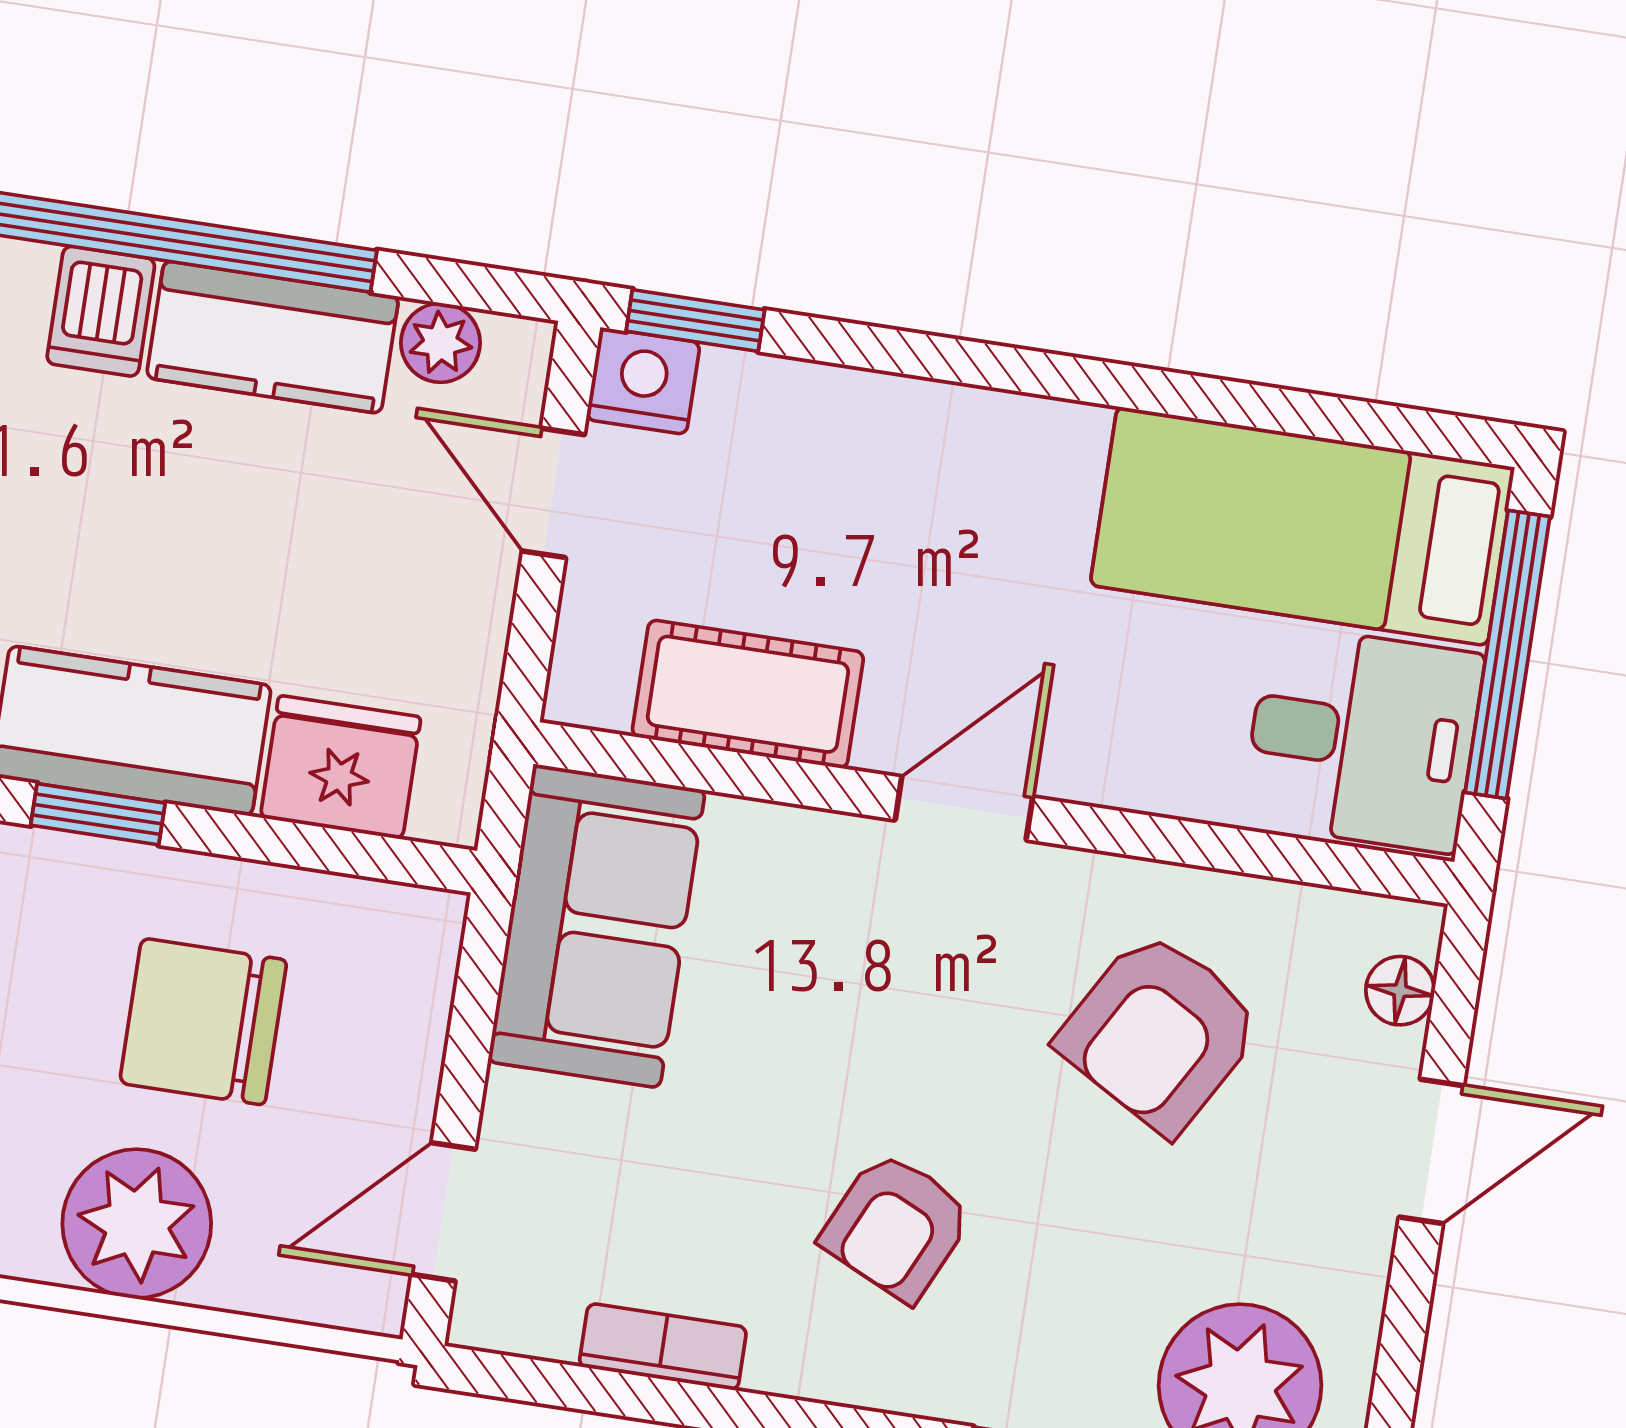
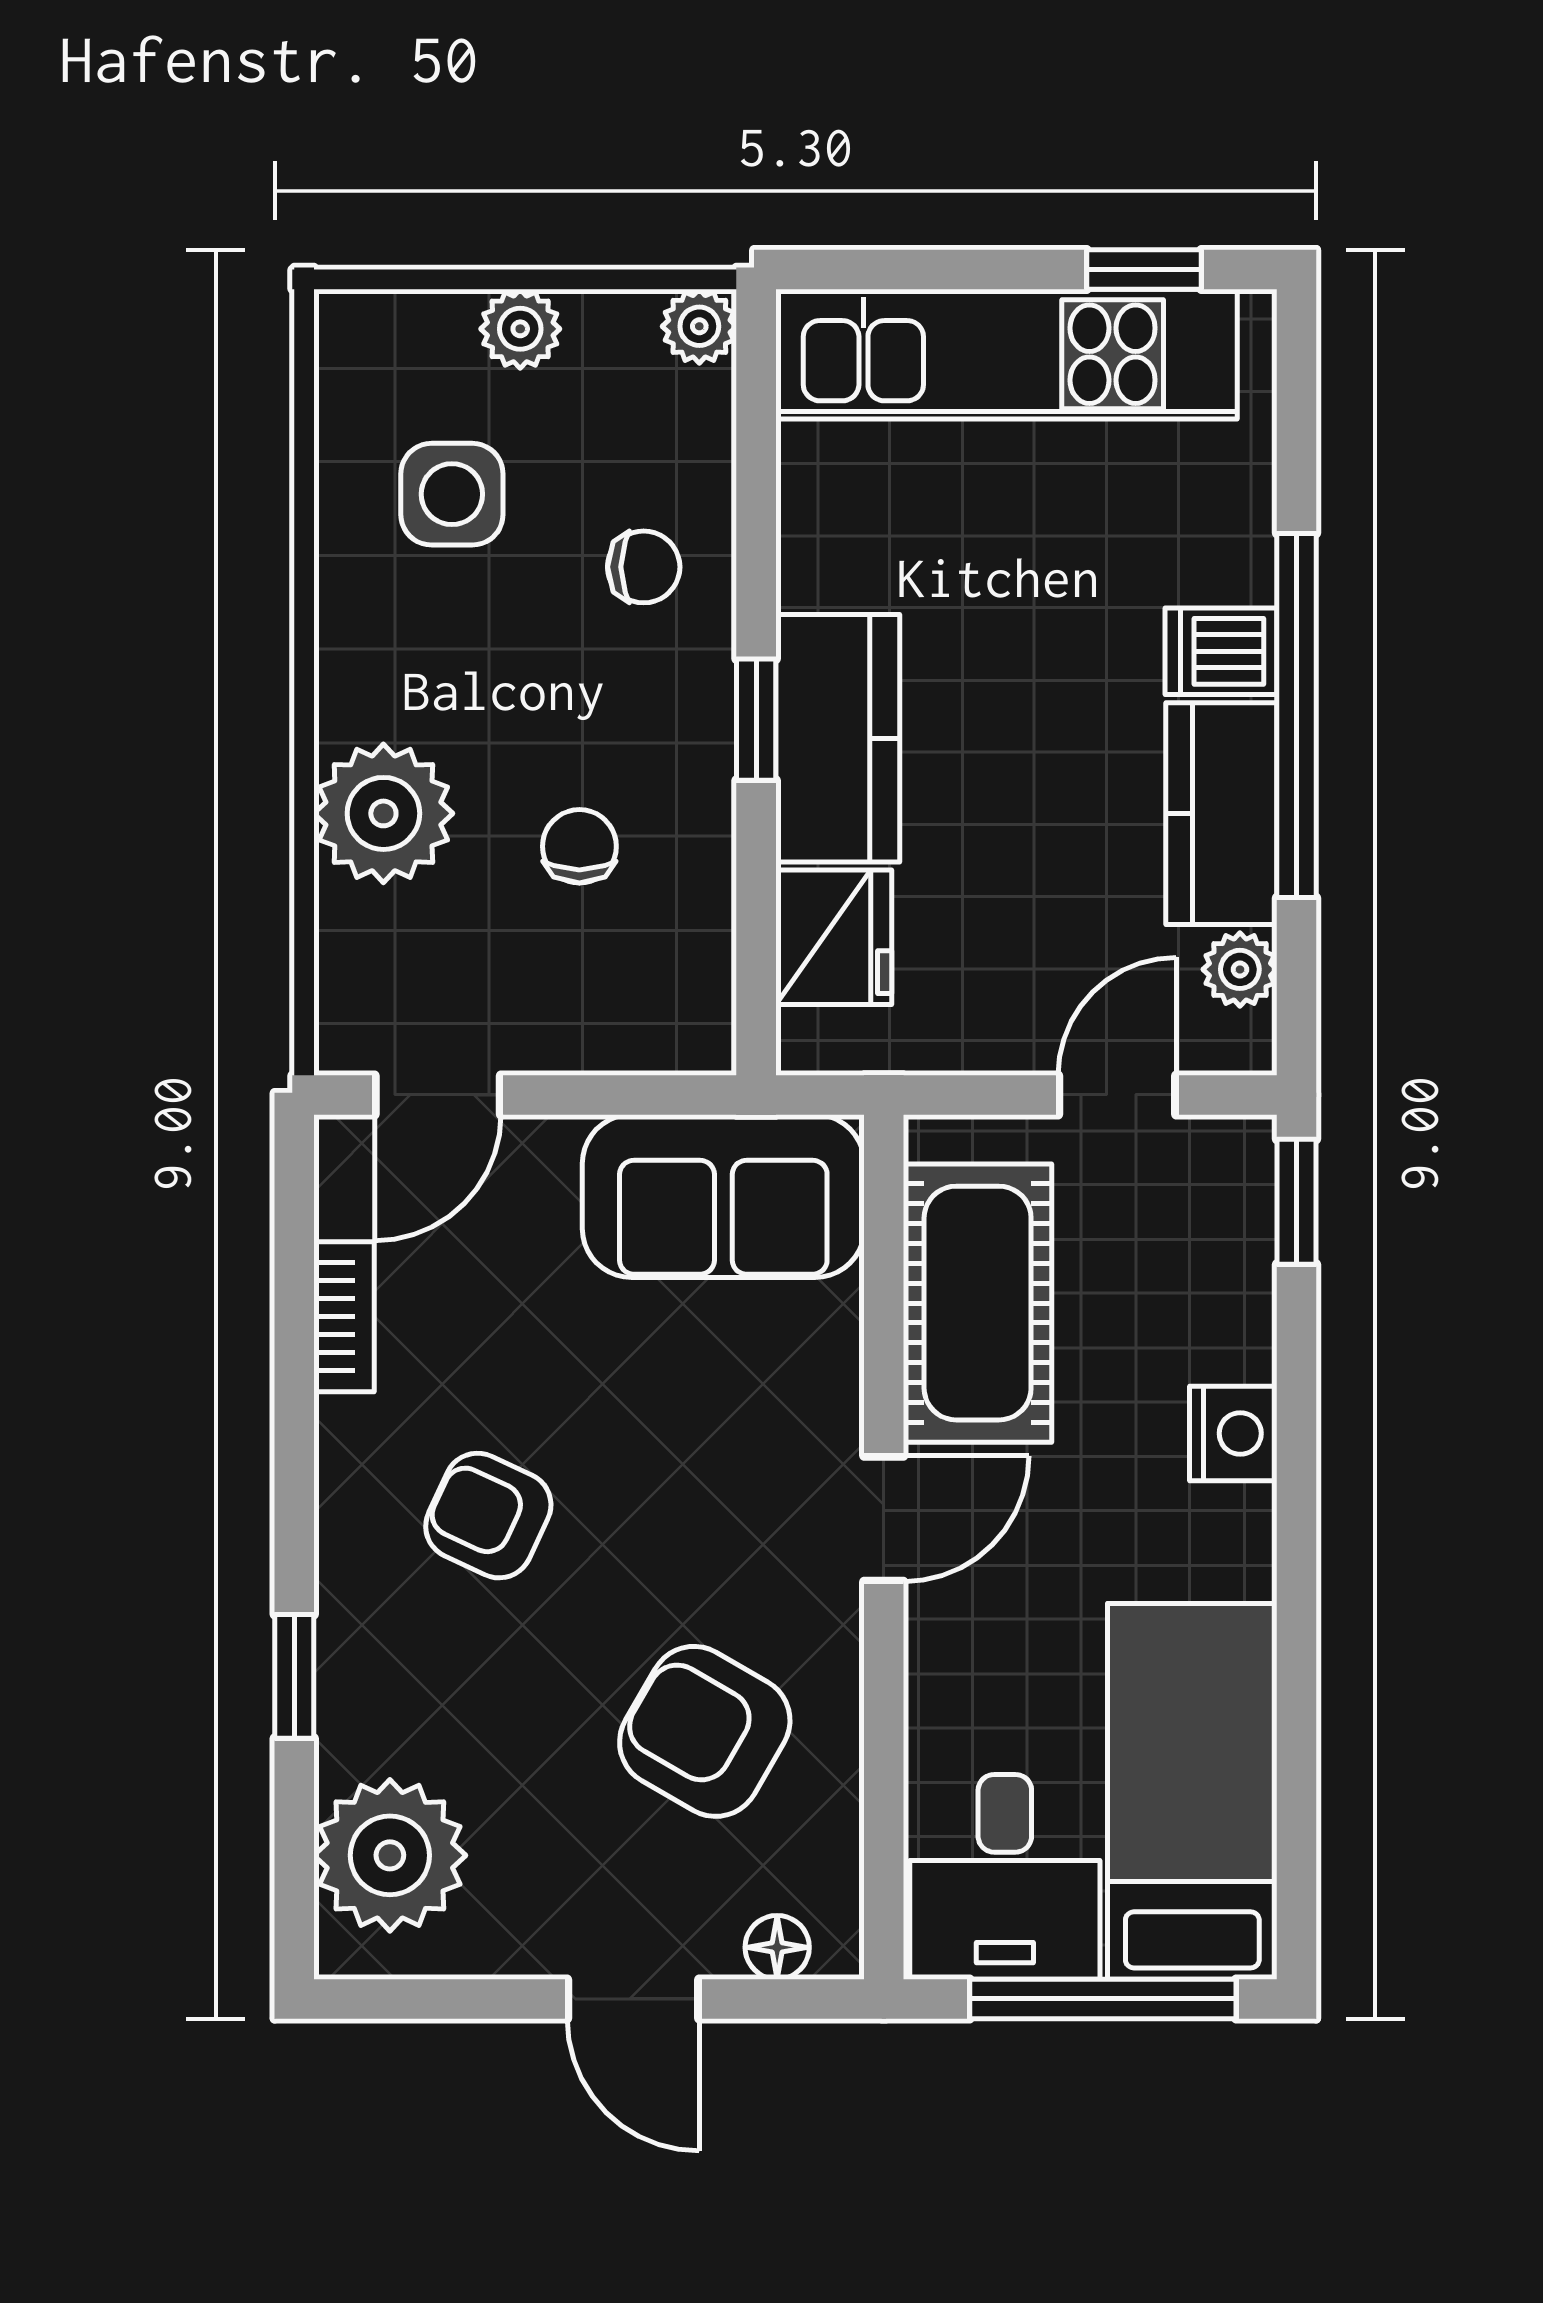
nightstand: (643, 381) -> (1233, 1433), moved
cot: (748, 694) -> (978, 1303), width x1.37, depth x1.34
door: (964, 808) -> (884, 1519), hinge flipped
chair: (203, 1022) -> (579, 846), width x0.54, depth x0.54
door: (443, 1212) -> (438, 1095), swing flipped

